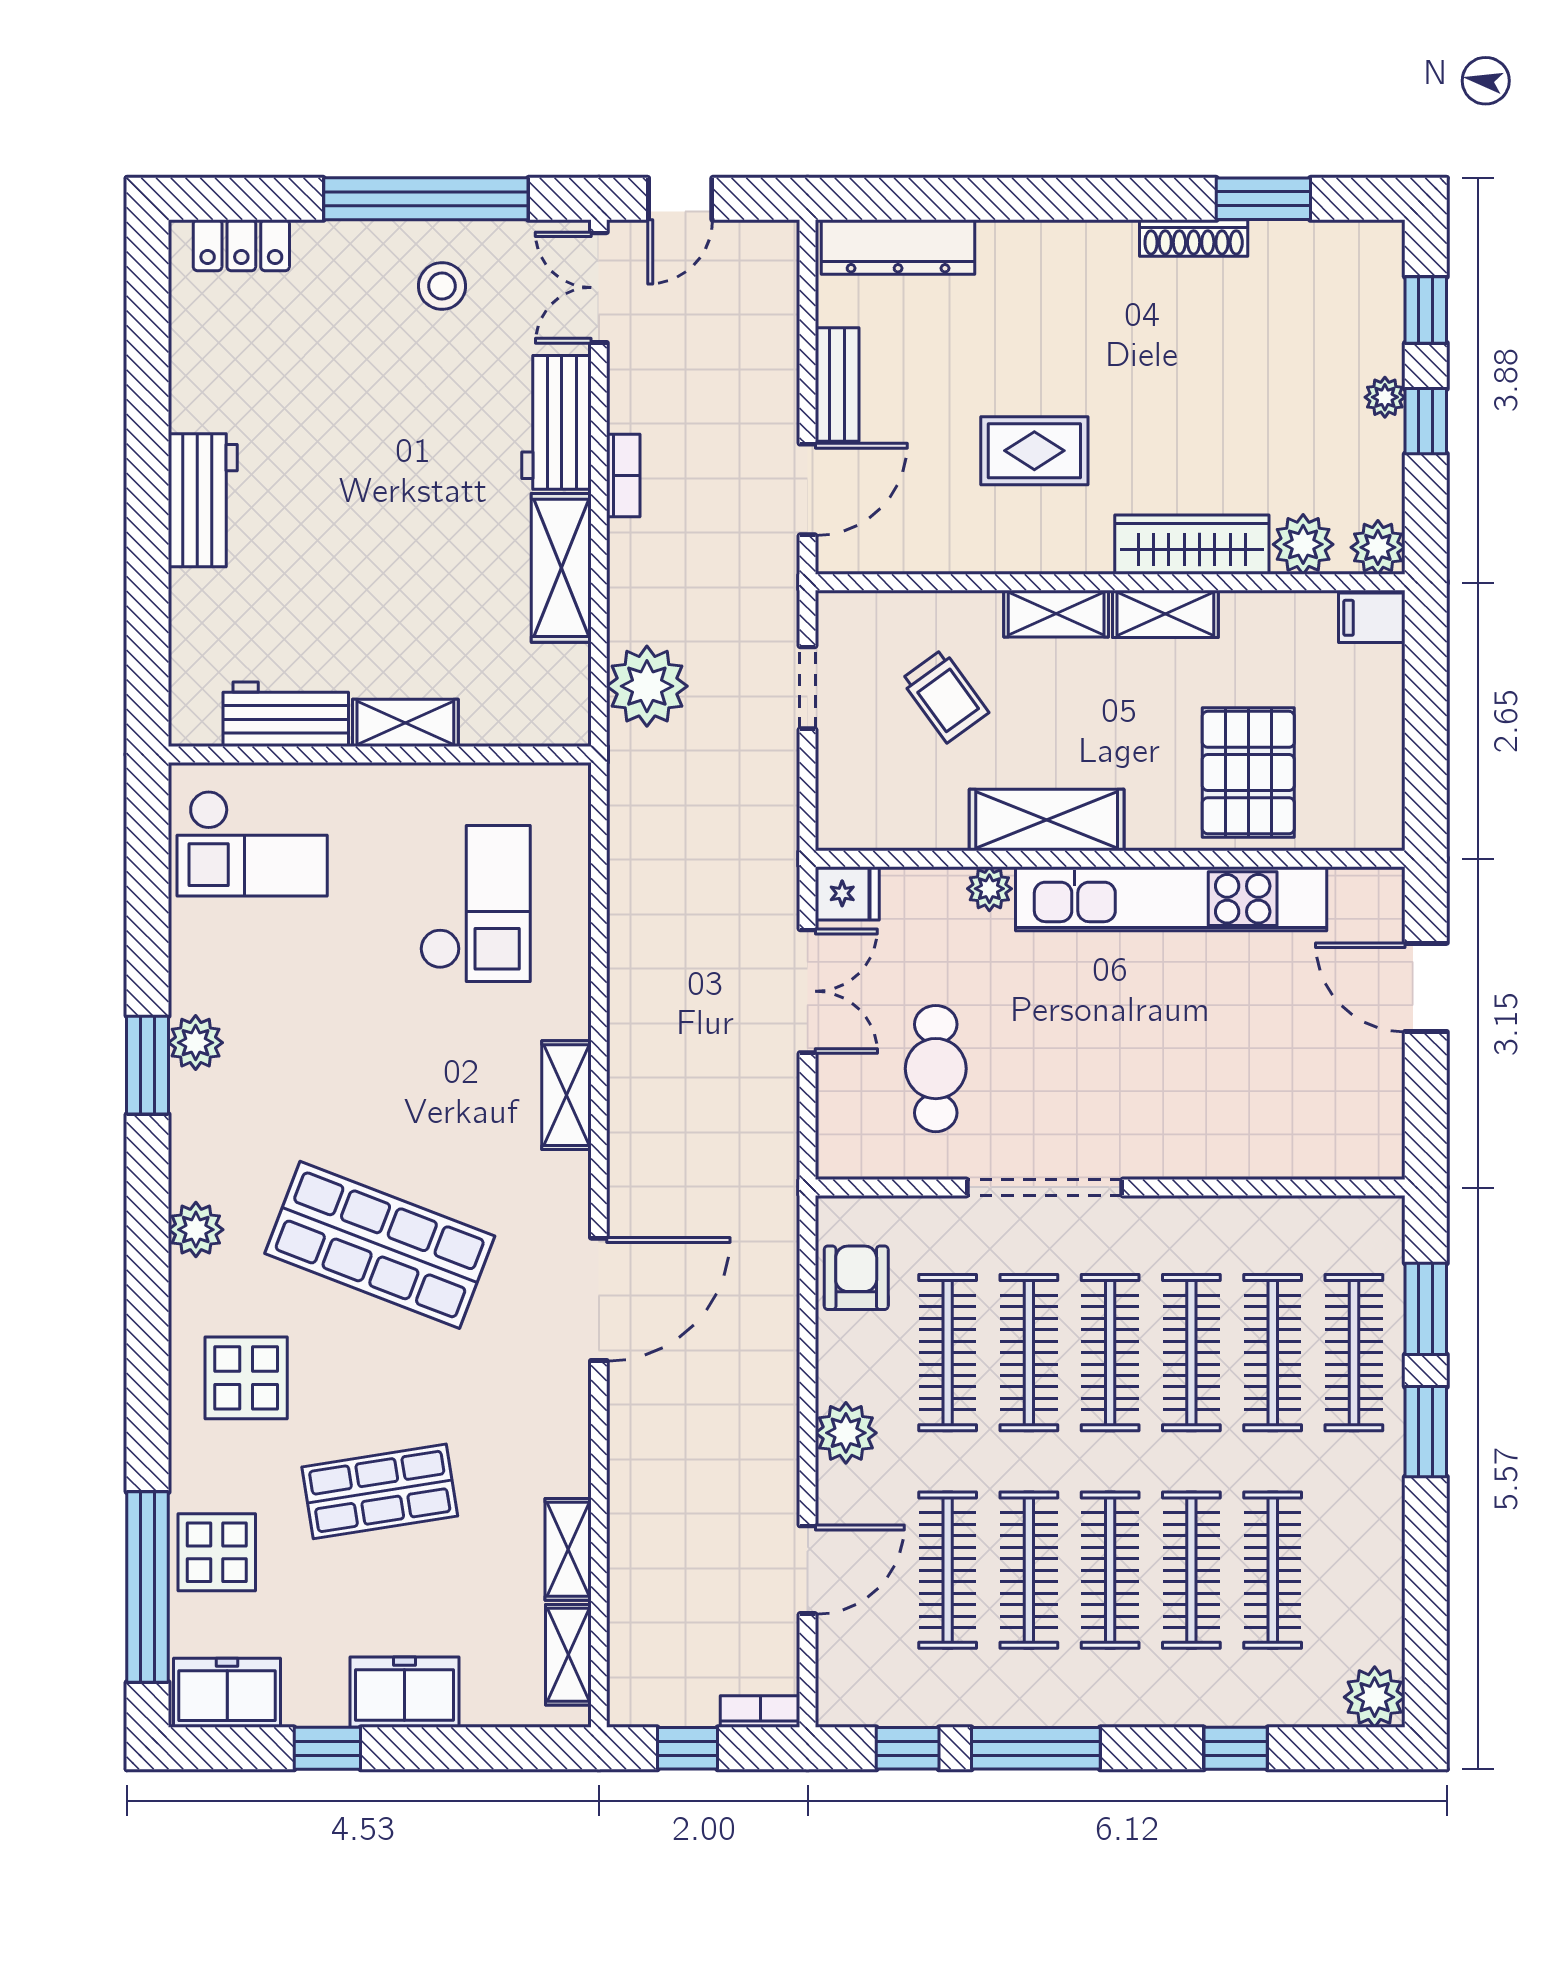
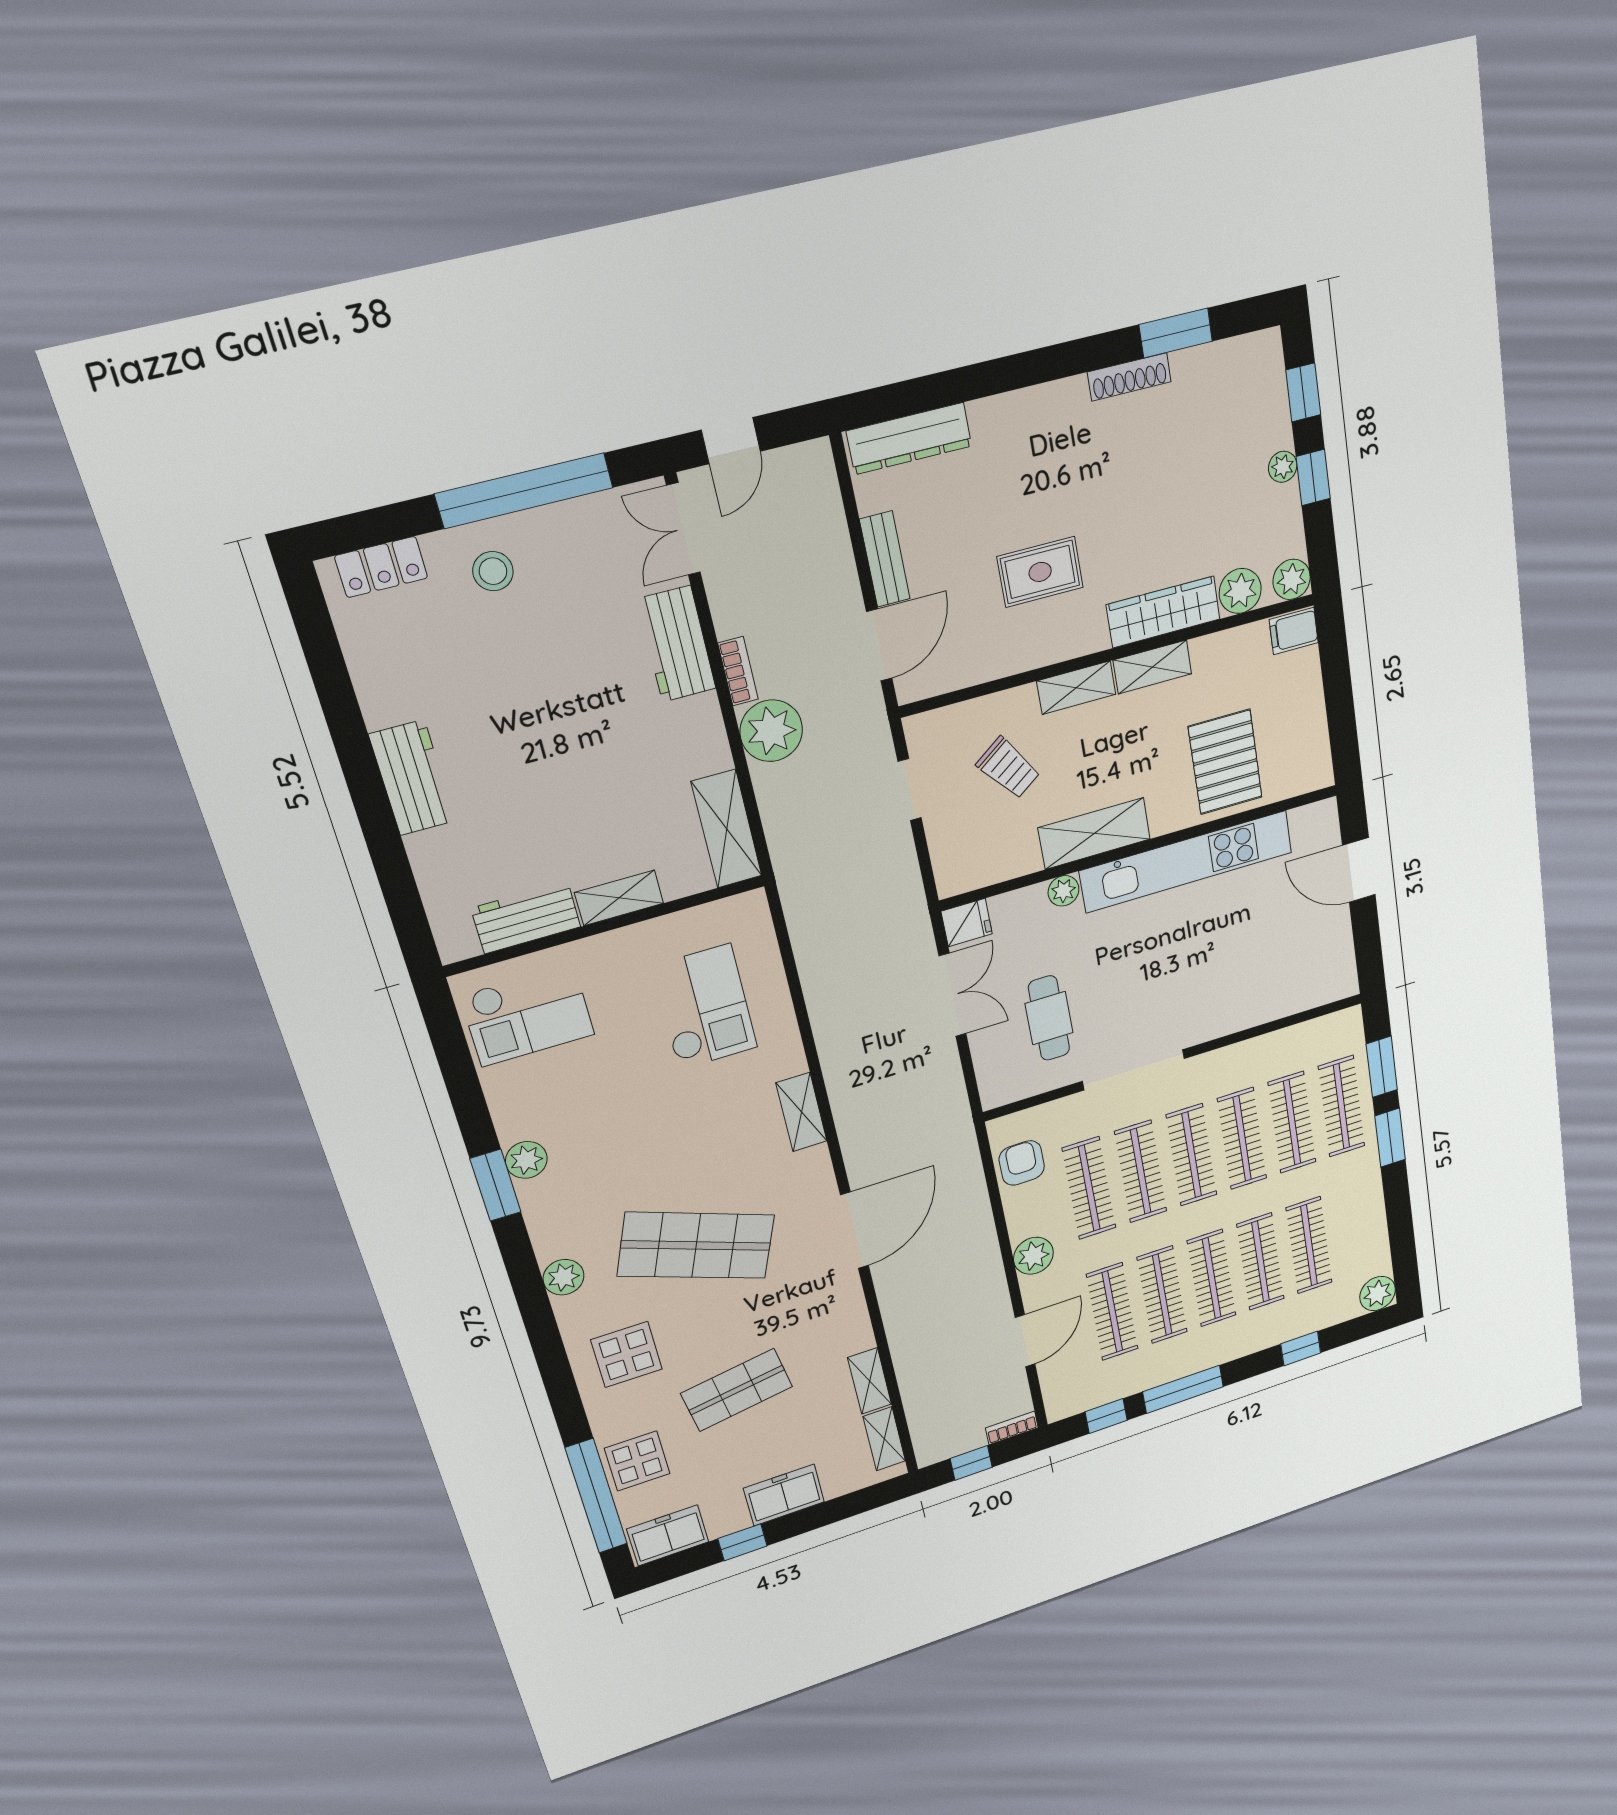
stool: (442, 286) -> (493, 571), moved
shelving: (561, 568) -> (727, 829), moved
plant: (647, 686) -> (771, 731), moved

